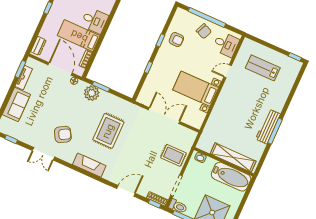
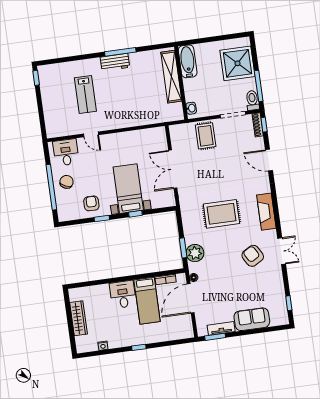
dresser: (38, 46) -> (182, 333), removed
lab bench: (263, 68) -> (85, 95), moved
bed with nightstands: (196, 89) -> (128, 189), moved, turned 180
workbench: (268, 127) -> (115, 62), width x0.73
double door: (43, 154) -> (282, 251), moved
bathtub: (231, 177) -> (188, 61), width x0.73, depth x0.73

